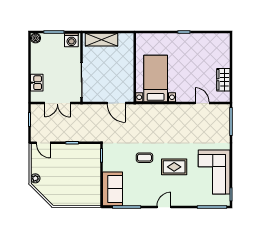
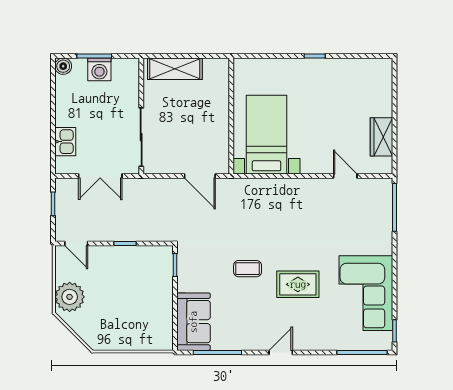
washing machine: (71, 40) -> (99, 69), moved
plant: (35, 178) -> (70, 297), width x1.87, depth x1.87

